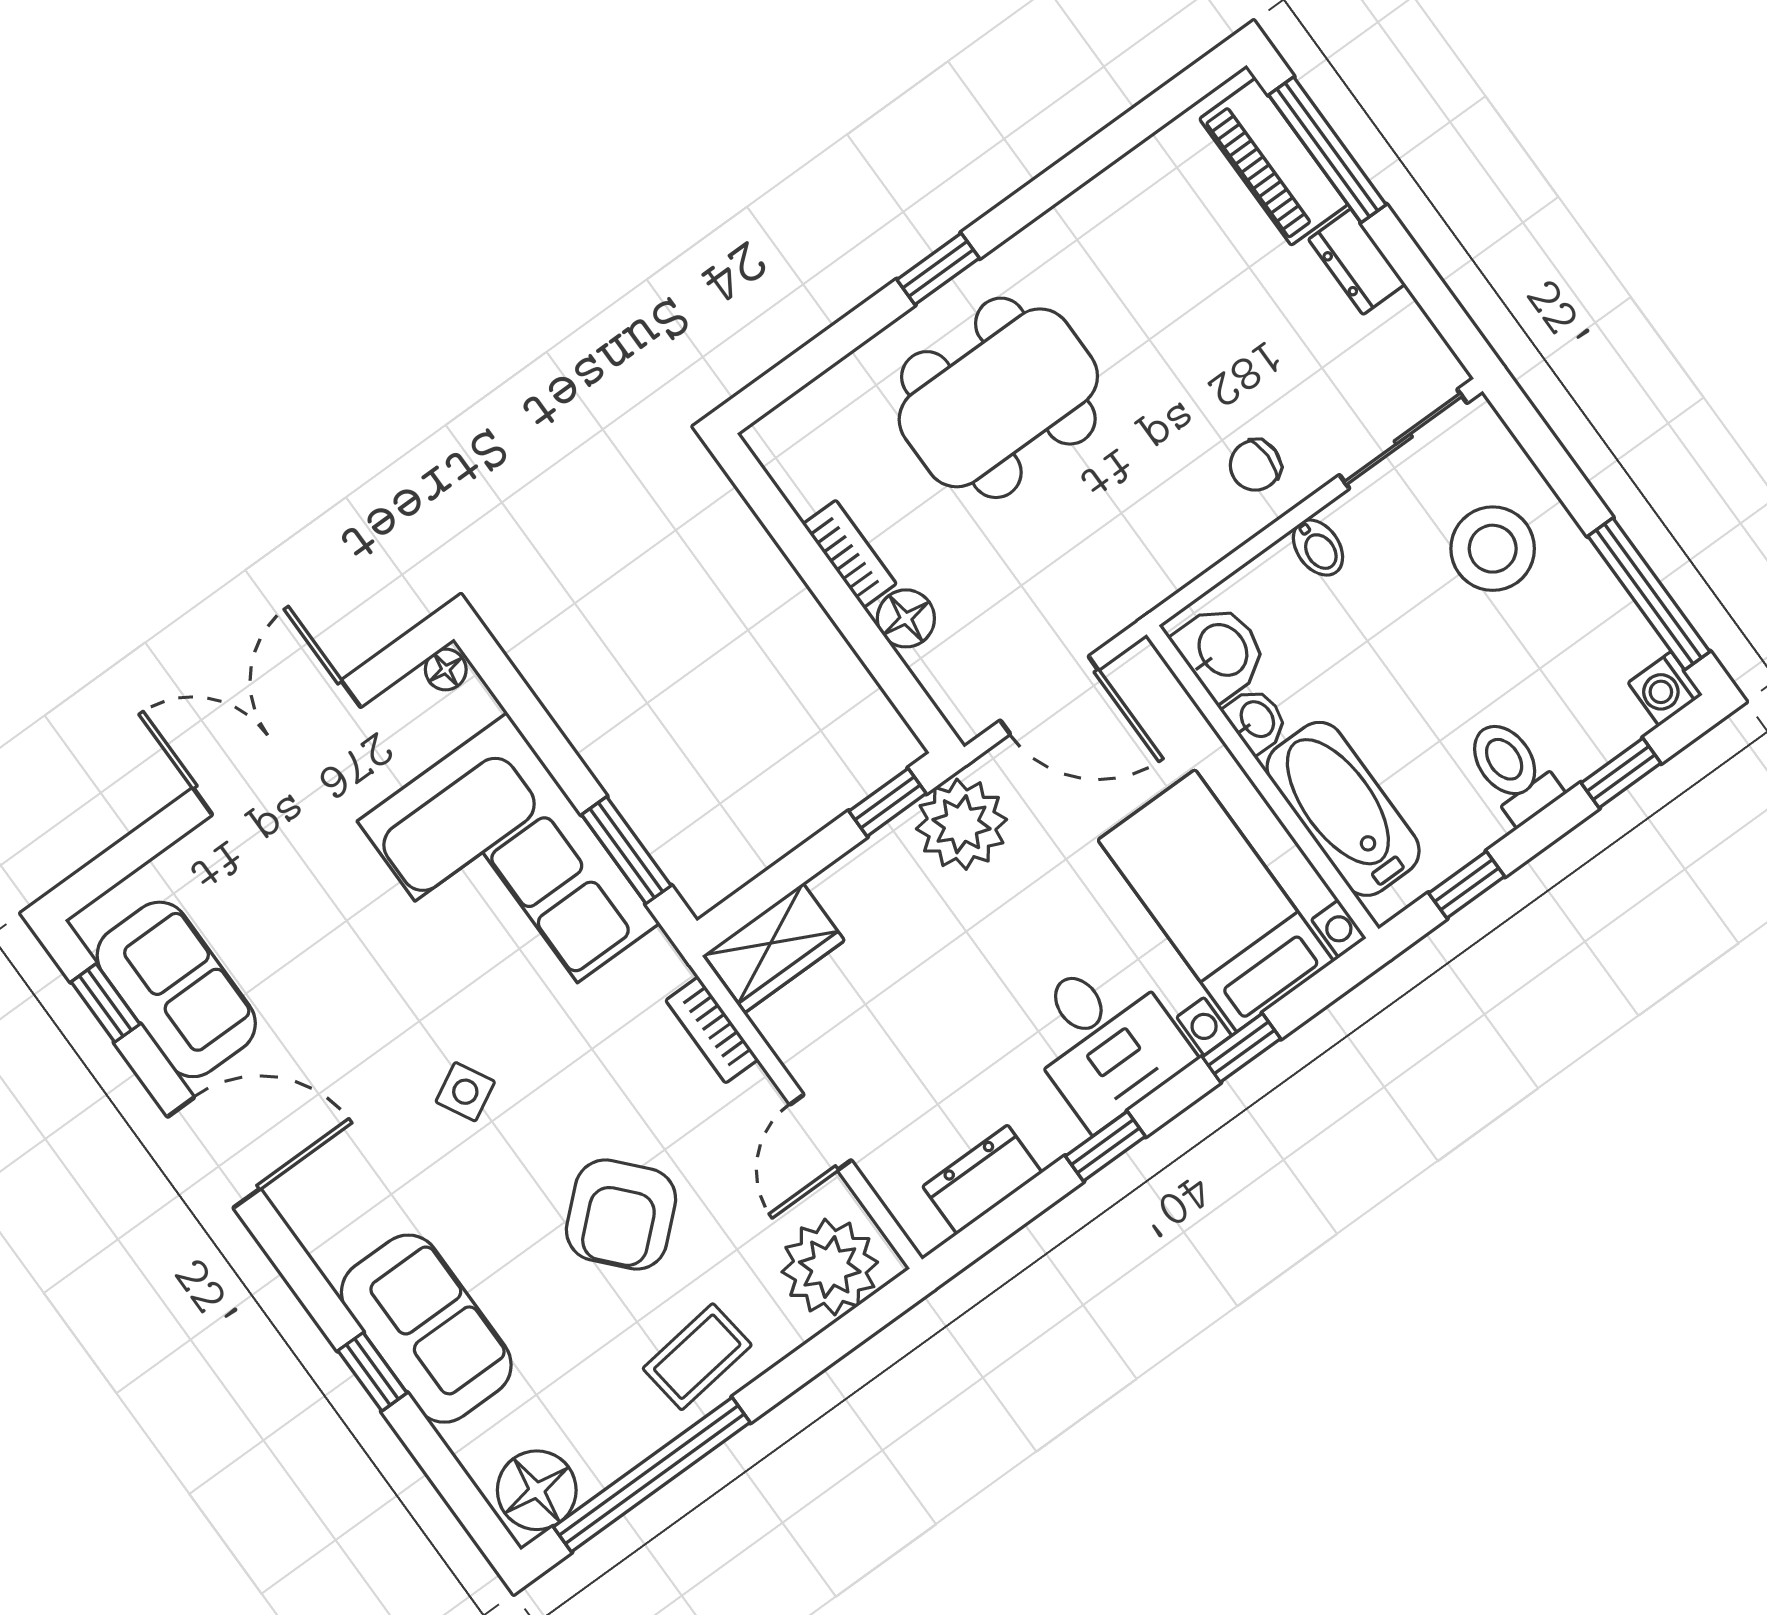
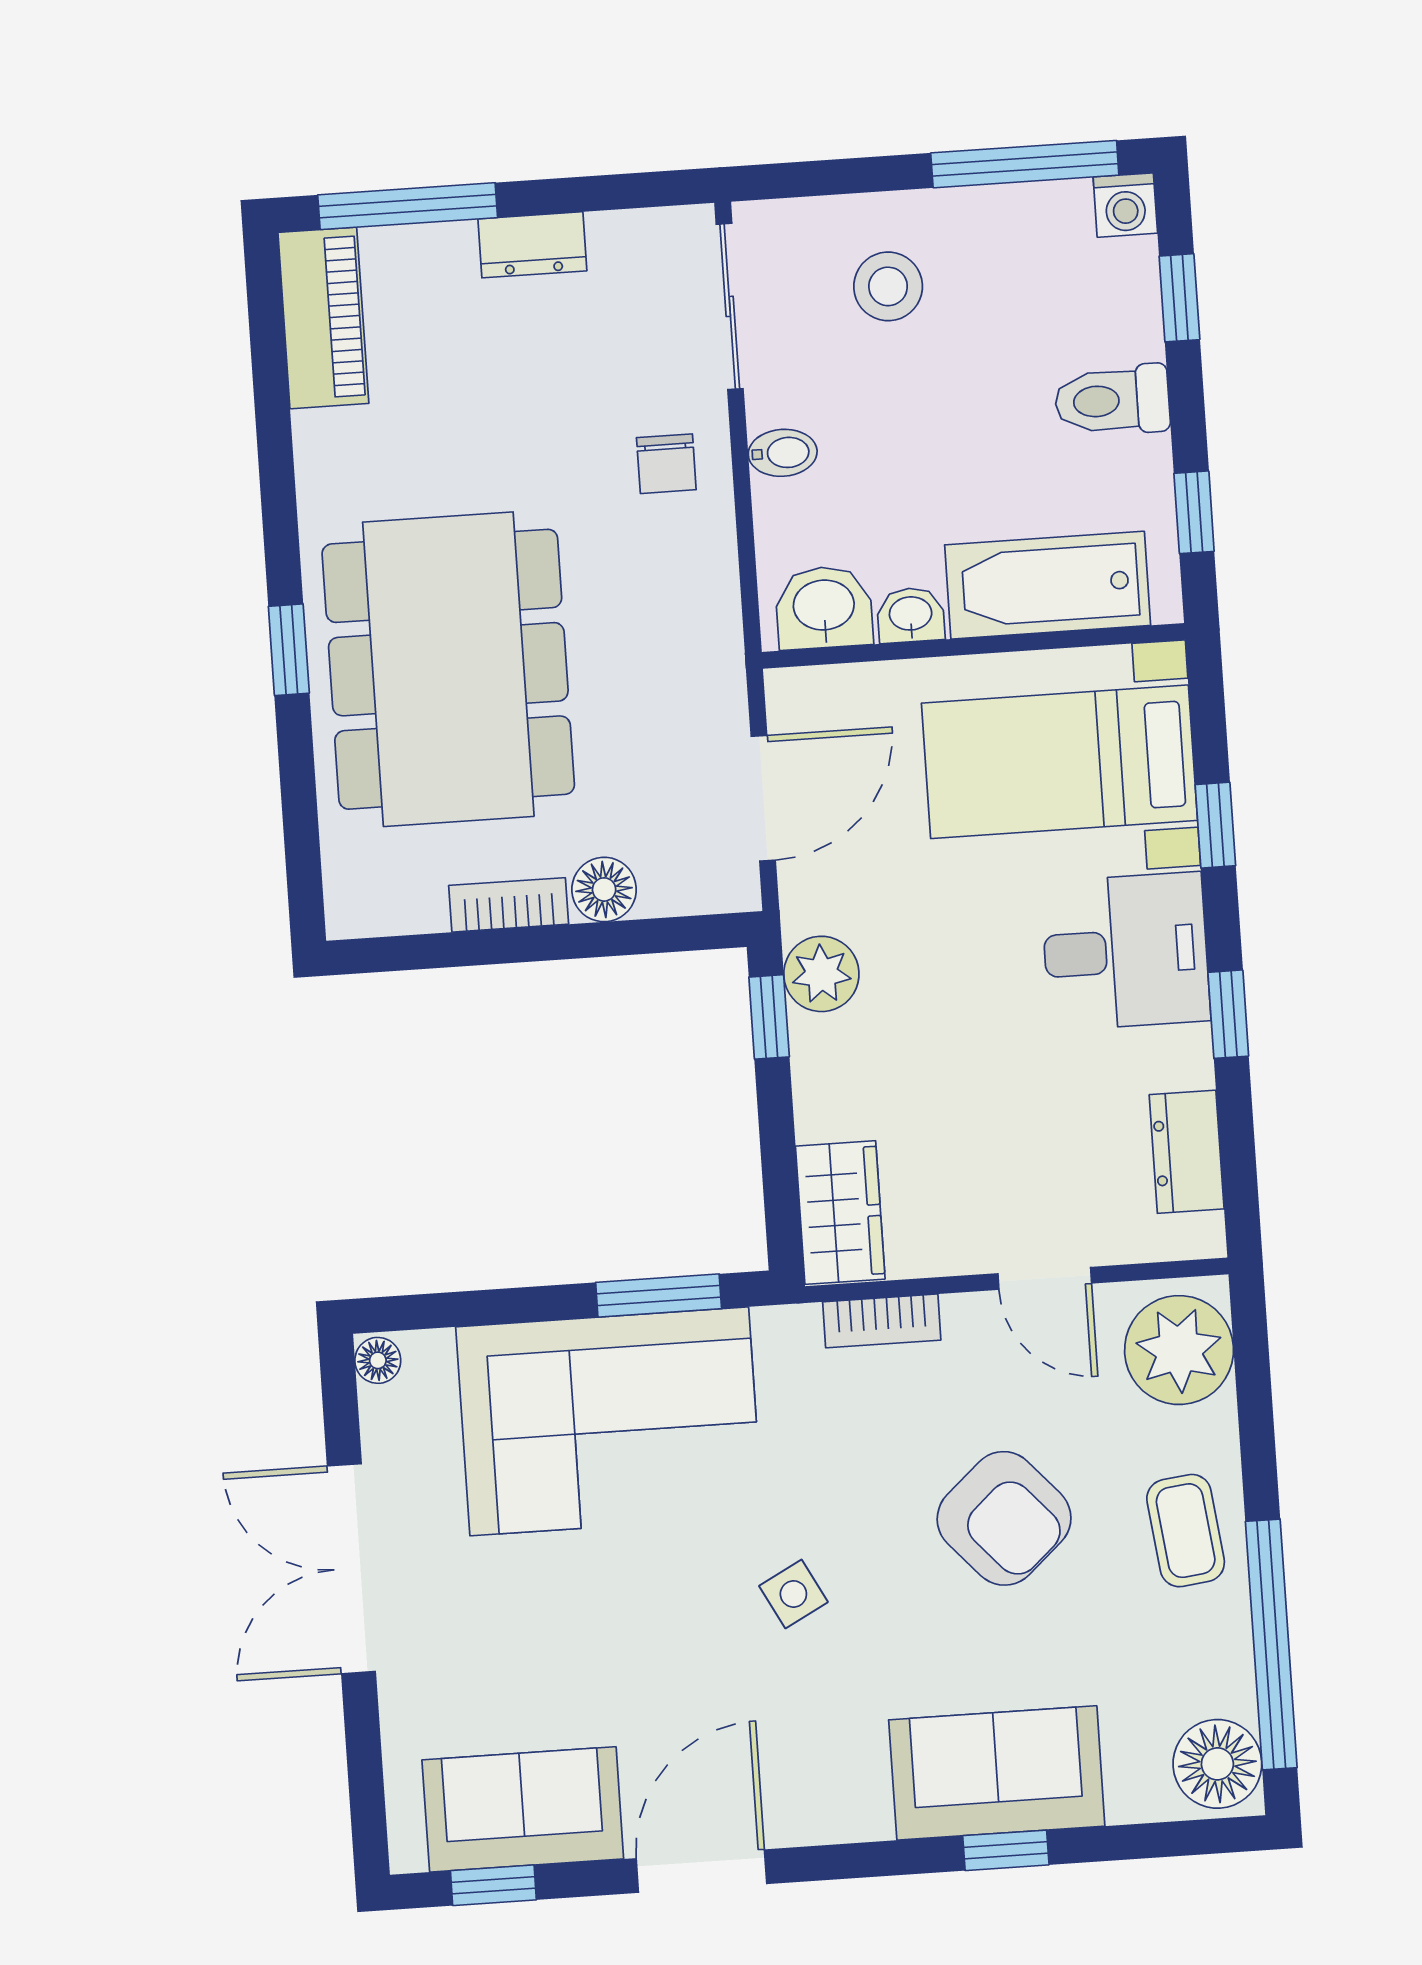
piano: (1274, 162) -> (323, 318), moved, turned -90
dining table: (998, 398) -> (448, 669), width x1.36, depth x1.24
stool: (1493, 549) -> (888, 286), width x0.73, depth x0.73
plant: (961, 824) -> (821, 974), width x0.73, depth x0.73

